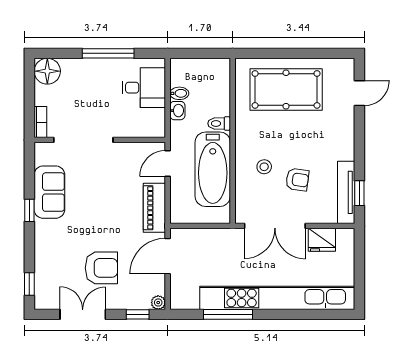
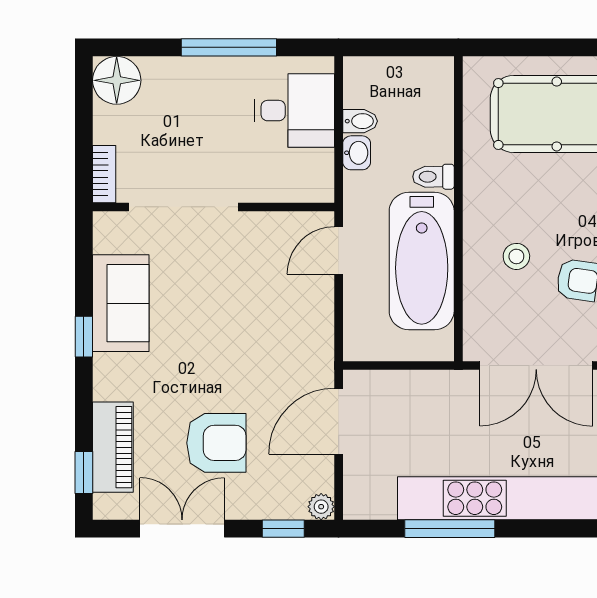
piano: (154, 208) -> (113, 447), moved, turned 180

